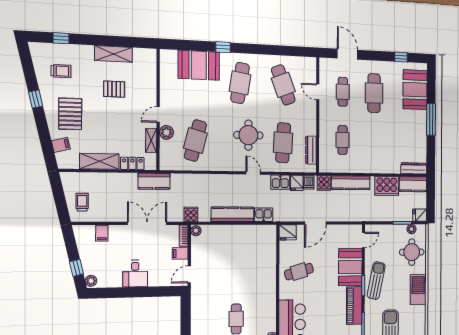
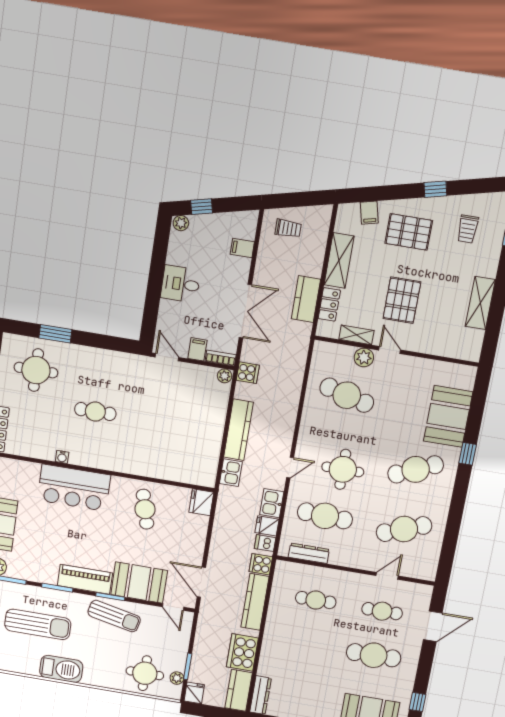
cafe table: (240, 83) -> (416, 469), turned -33
pallet: (114, 89) -> (402, 300), moved, width x1.50, depth x1.42
kitchen counter: (154, 181) -> (306, 299), moved
door: (315, 223) -> (201, 582), moved
barbecue: (418, 290) -> (61, 669), moved

